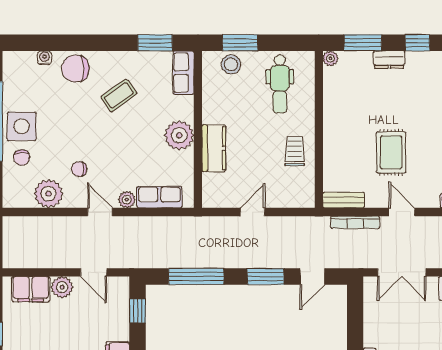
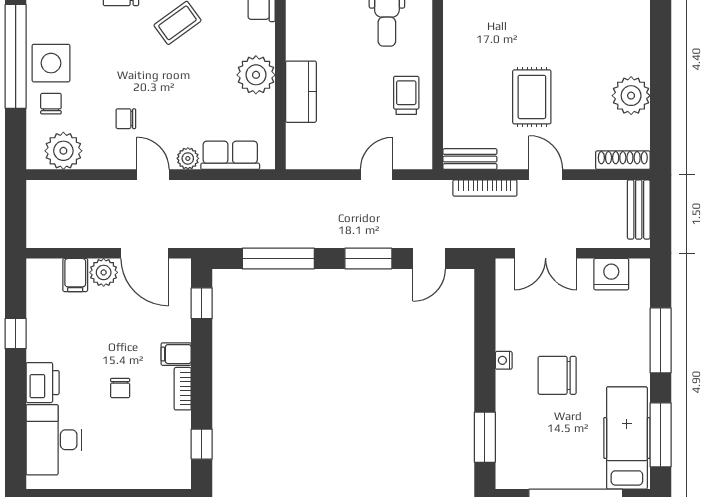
chair: (22, 157) -> (51, 104), turned 180
plant: (48, 194) -> (63, 151), moved
door: (253, 212) -> (376, 175), moved
door: (94, 272) -> (145, 253), width x1.38
filing cabinet: (31, 289) -> (75, 275), width x0.50

